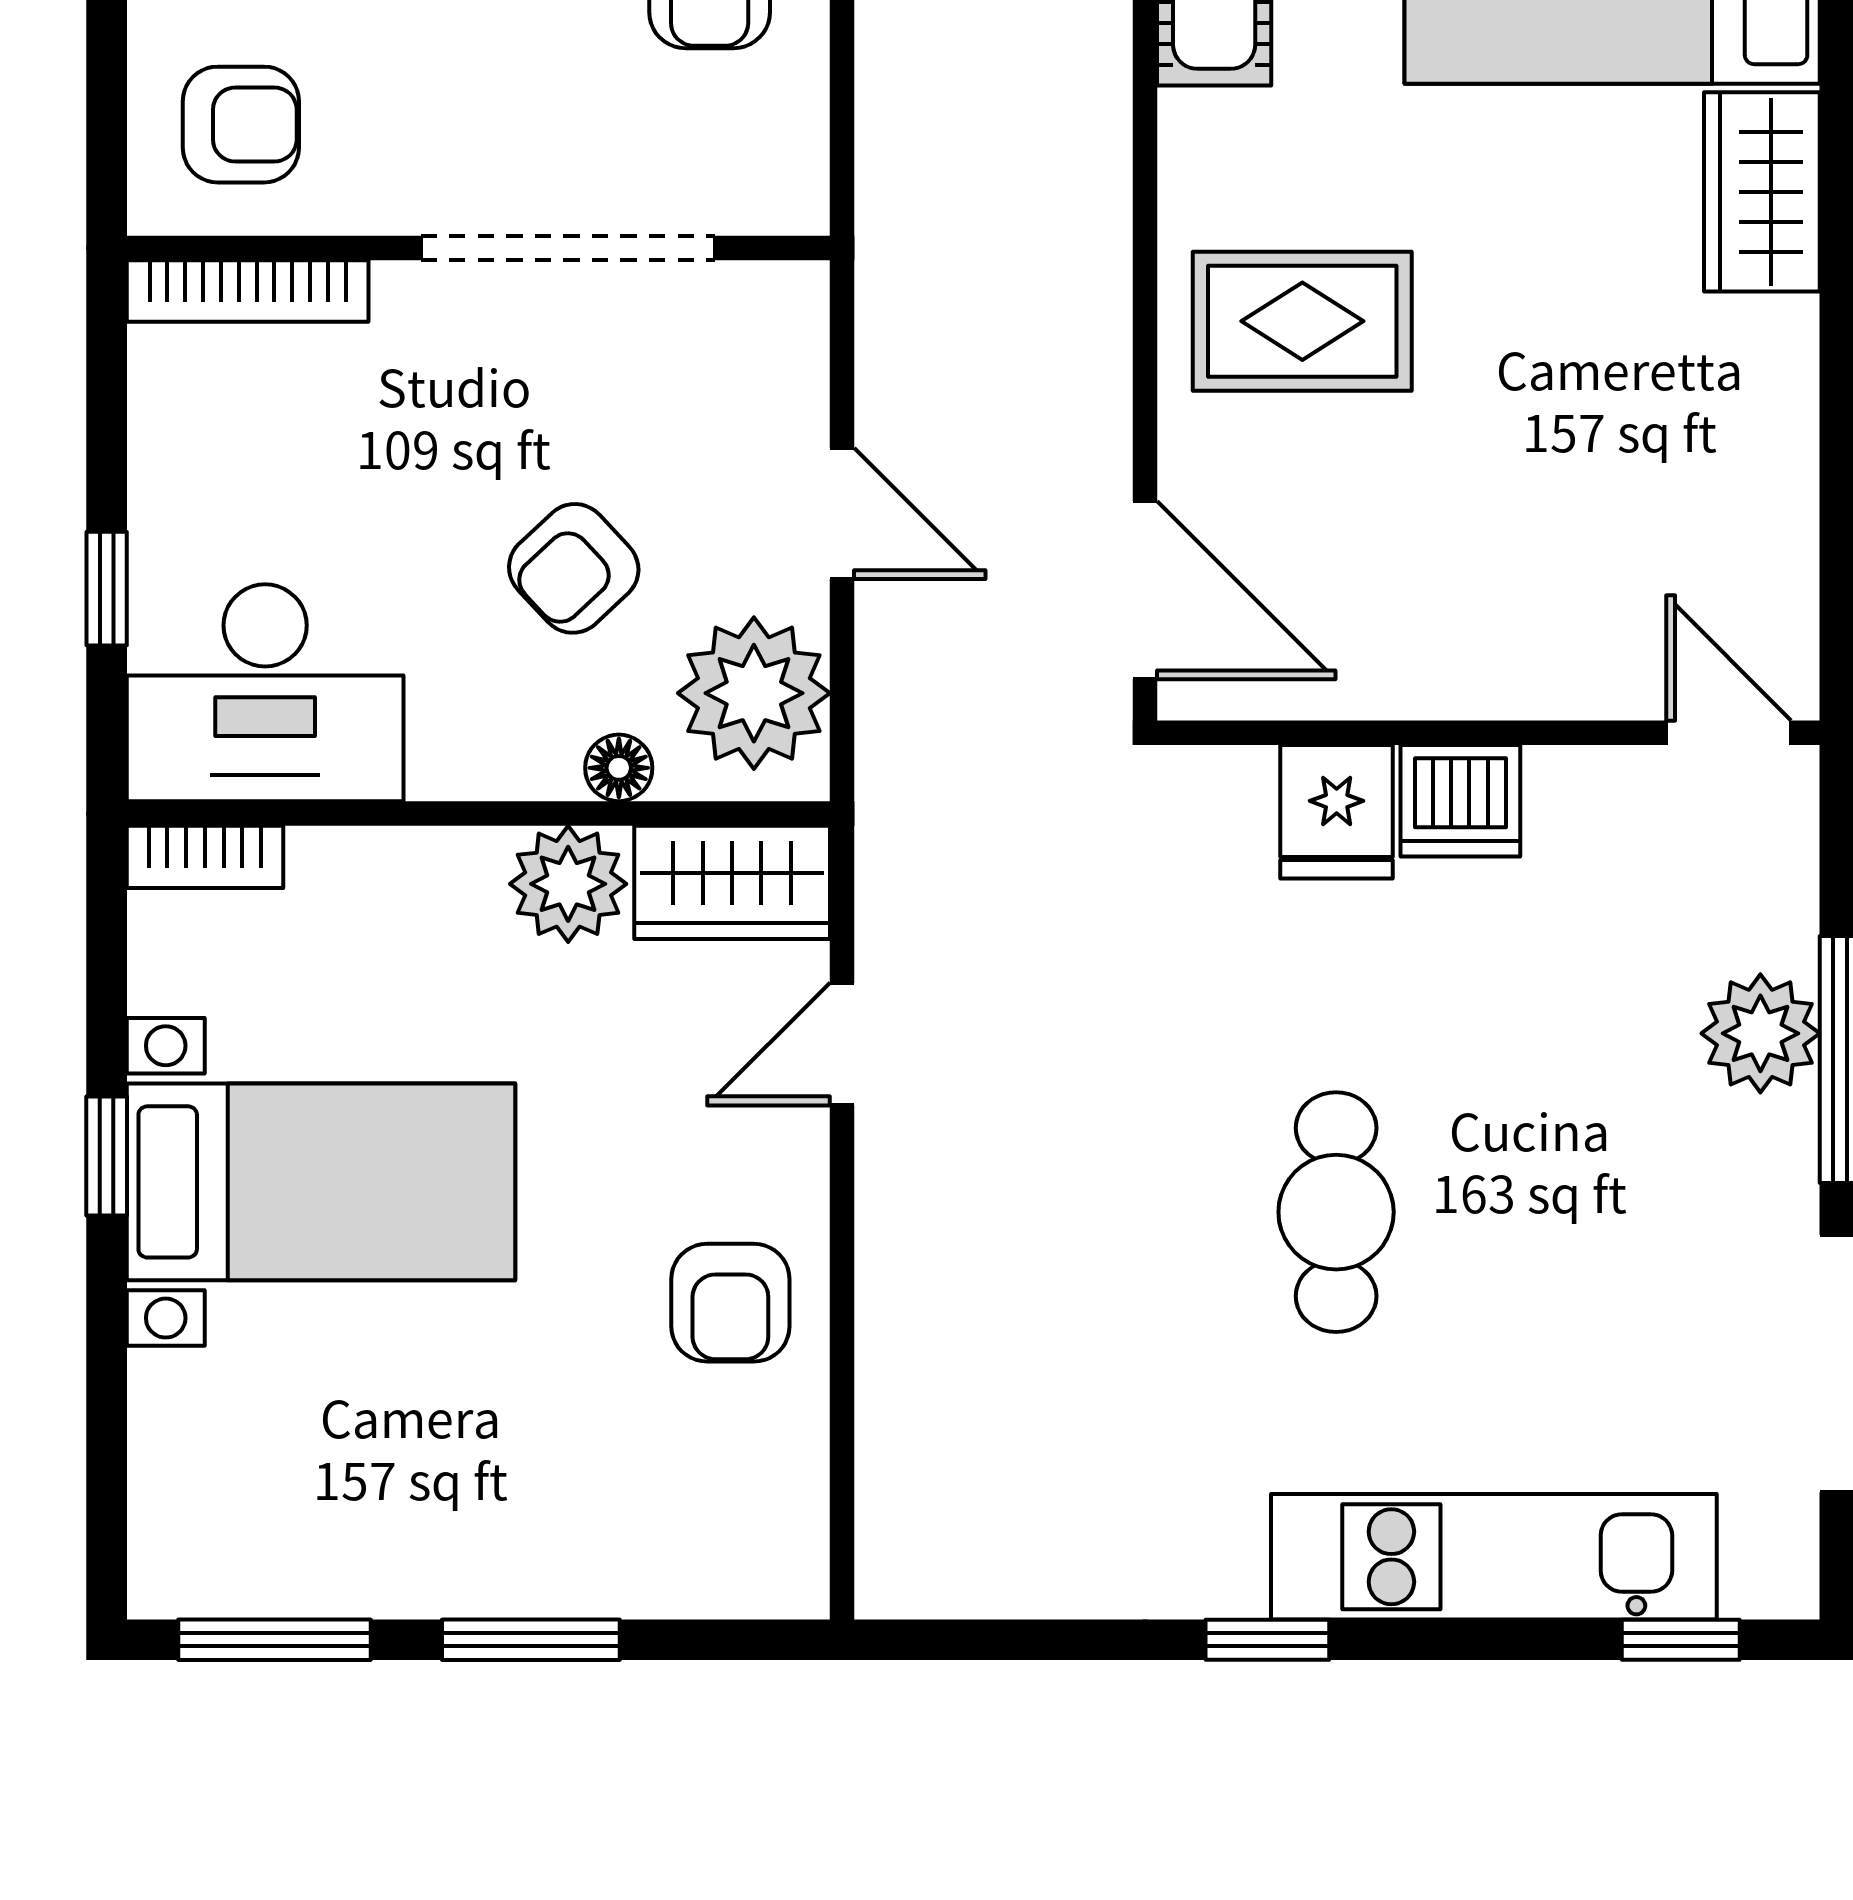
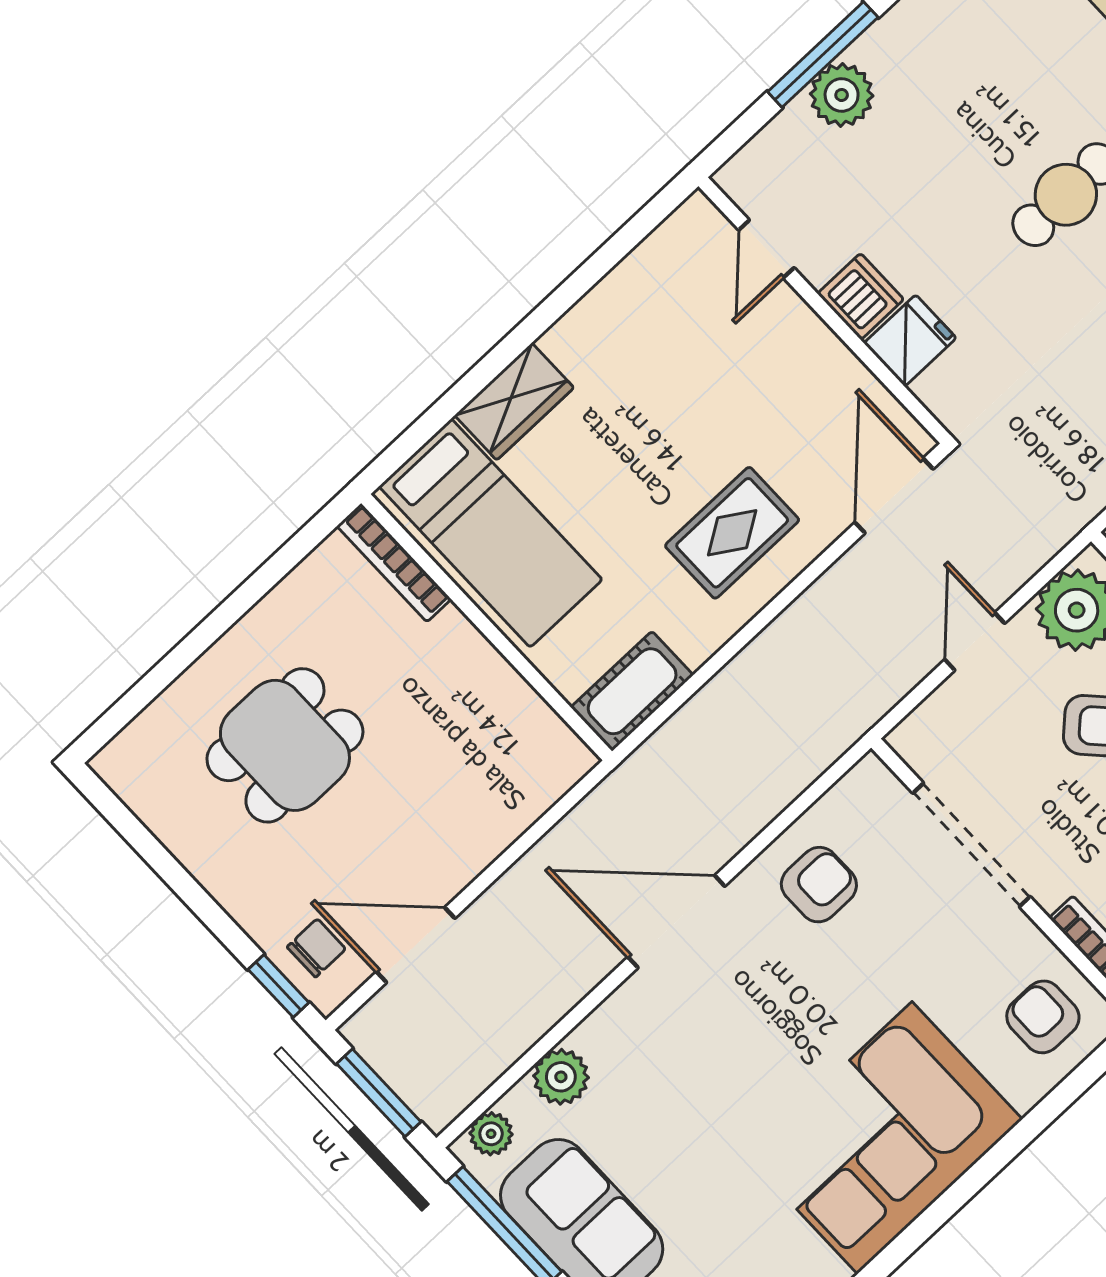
rug: (1302, 321) -> (732, 533), turned 90
door: (1729, 733) -> (766, 249), moved

